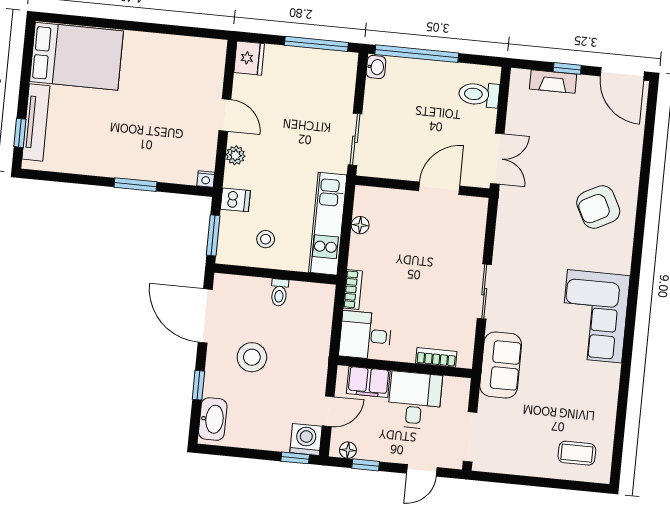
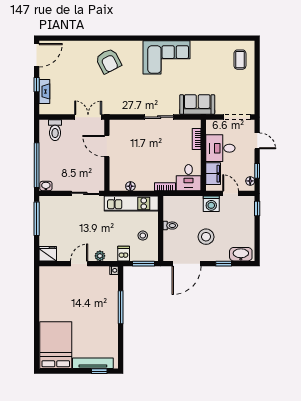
window: (135, 185) -> (121, 307), width x1.44
washing machine: (306, 439) -> (211, 204), moved, turned -90

